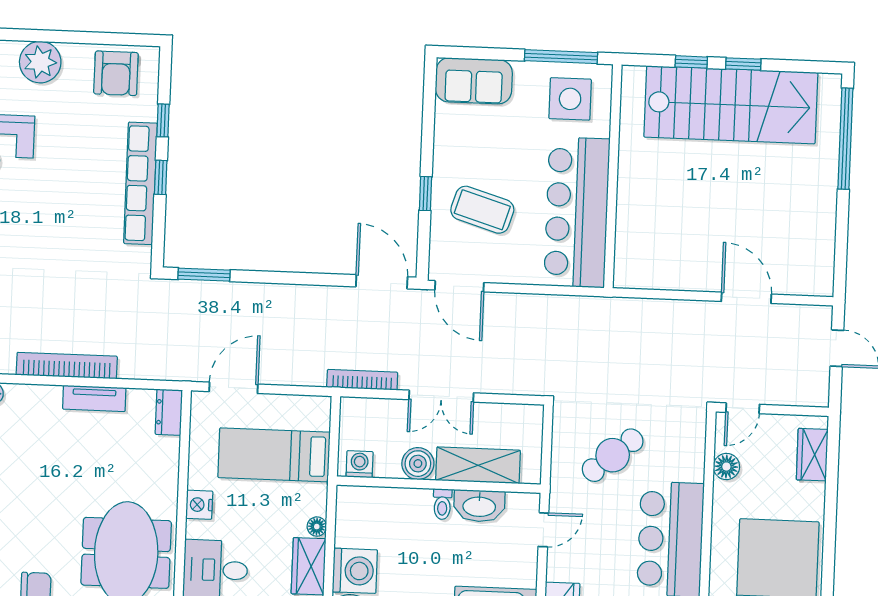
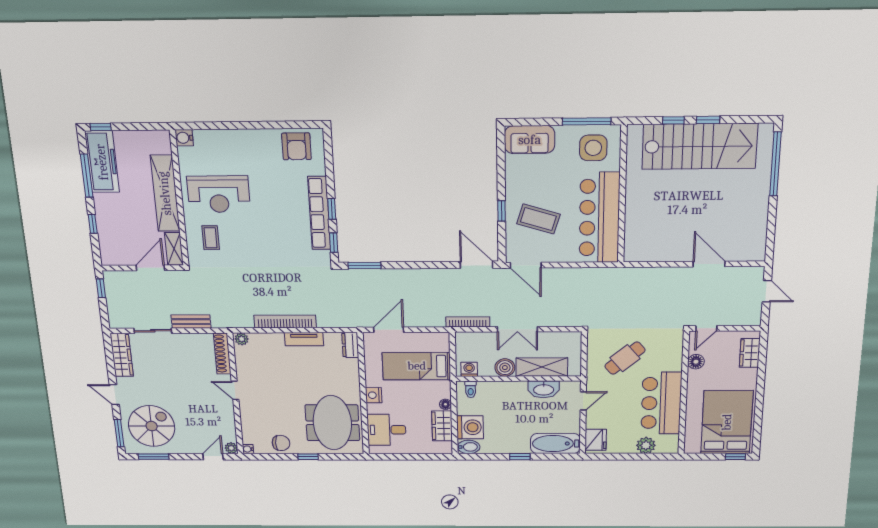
plant: (40, 62) -> (247, 142), removed
window: (163, 120) -> (334, 243), moved
toilet: (442, 504) -> (471, 389), moved

